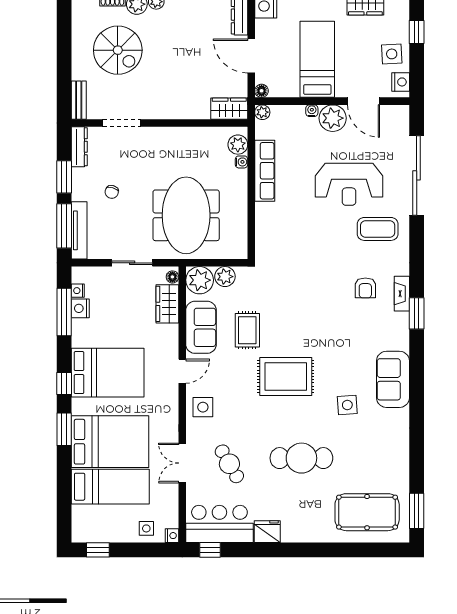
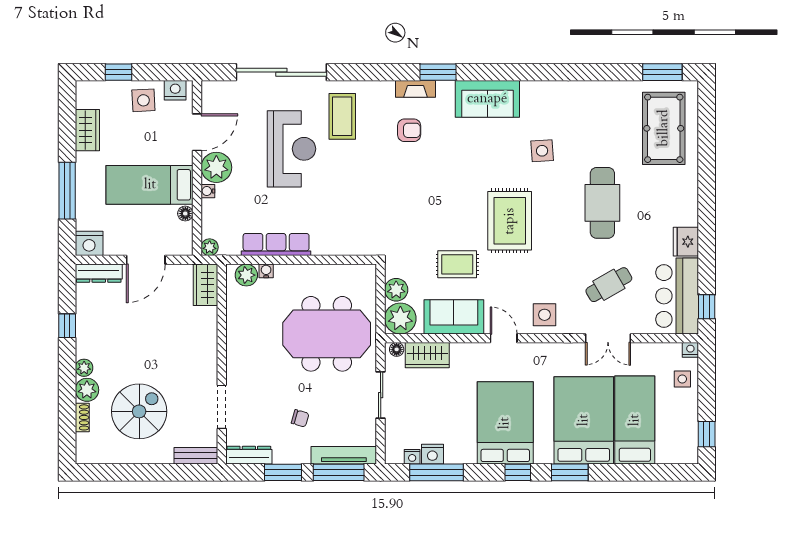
floor lamp: (262, 91) -> (185, 214), moved
sofa: (393, 379) -> (487, 99), moved

